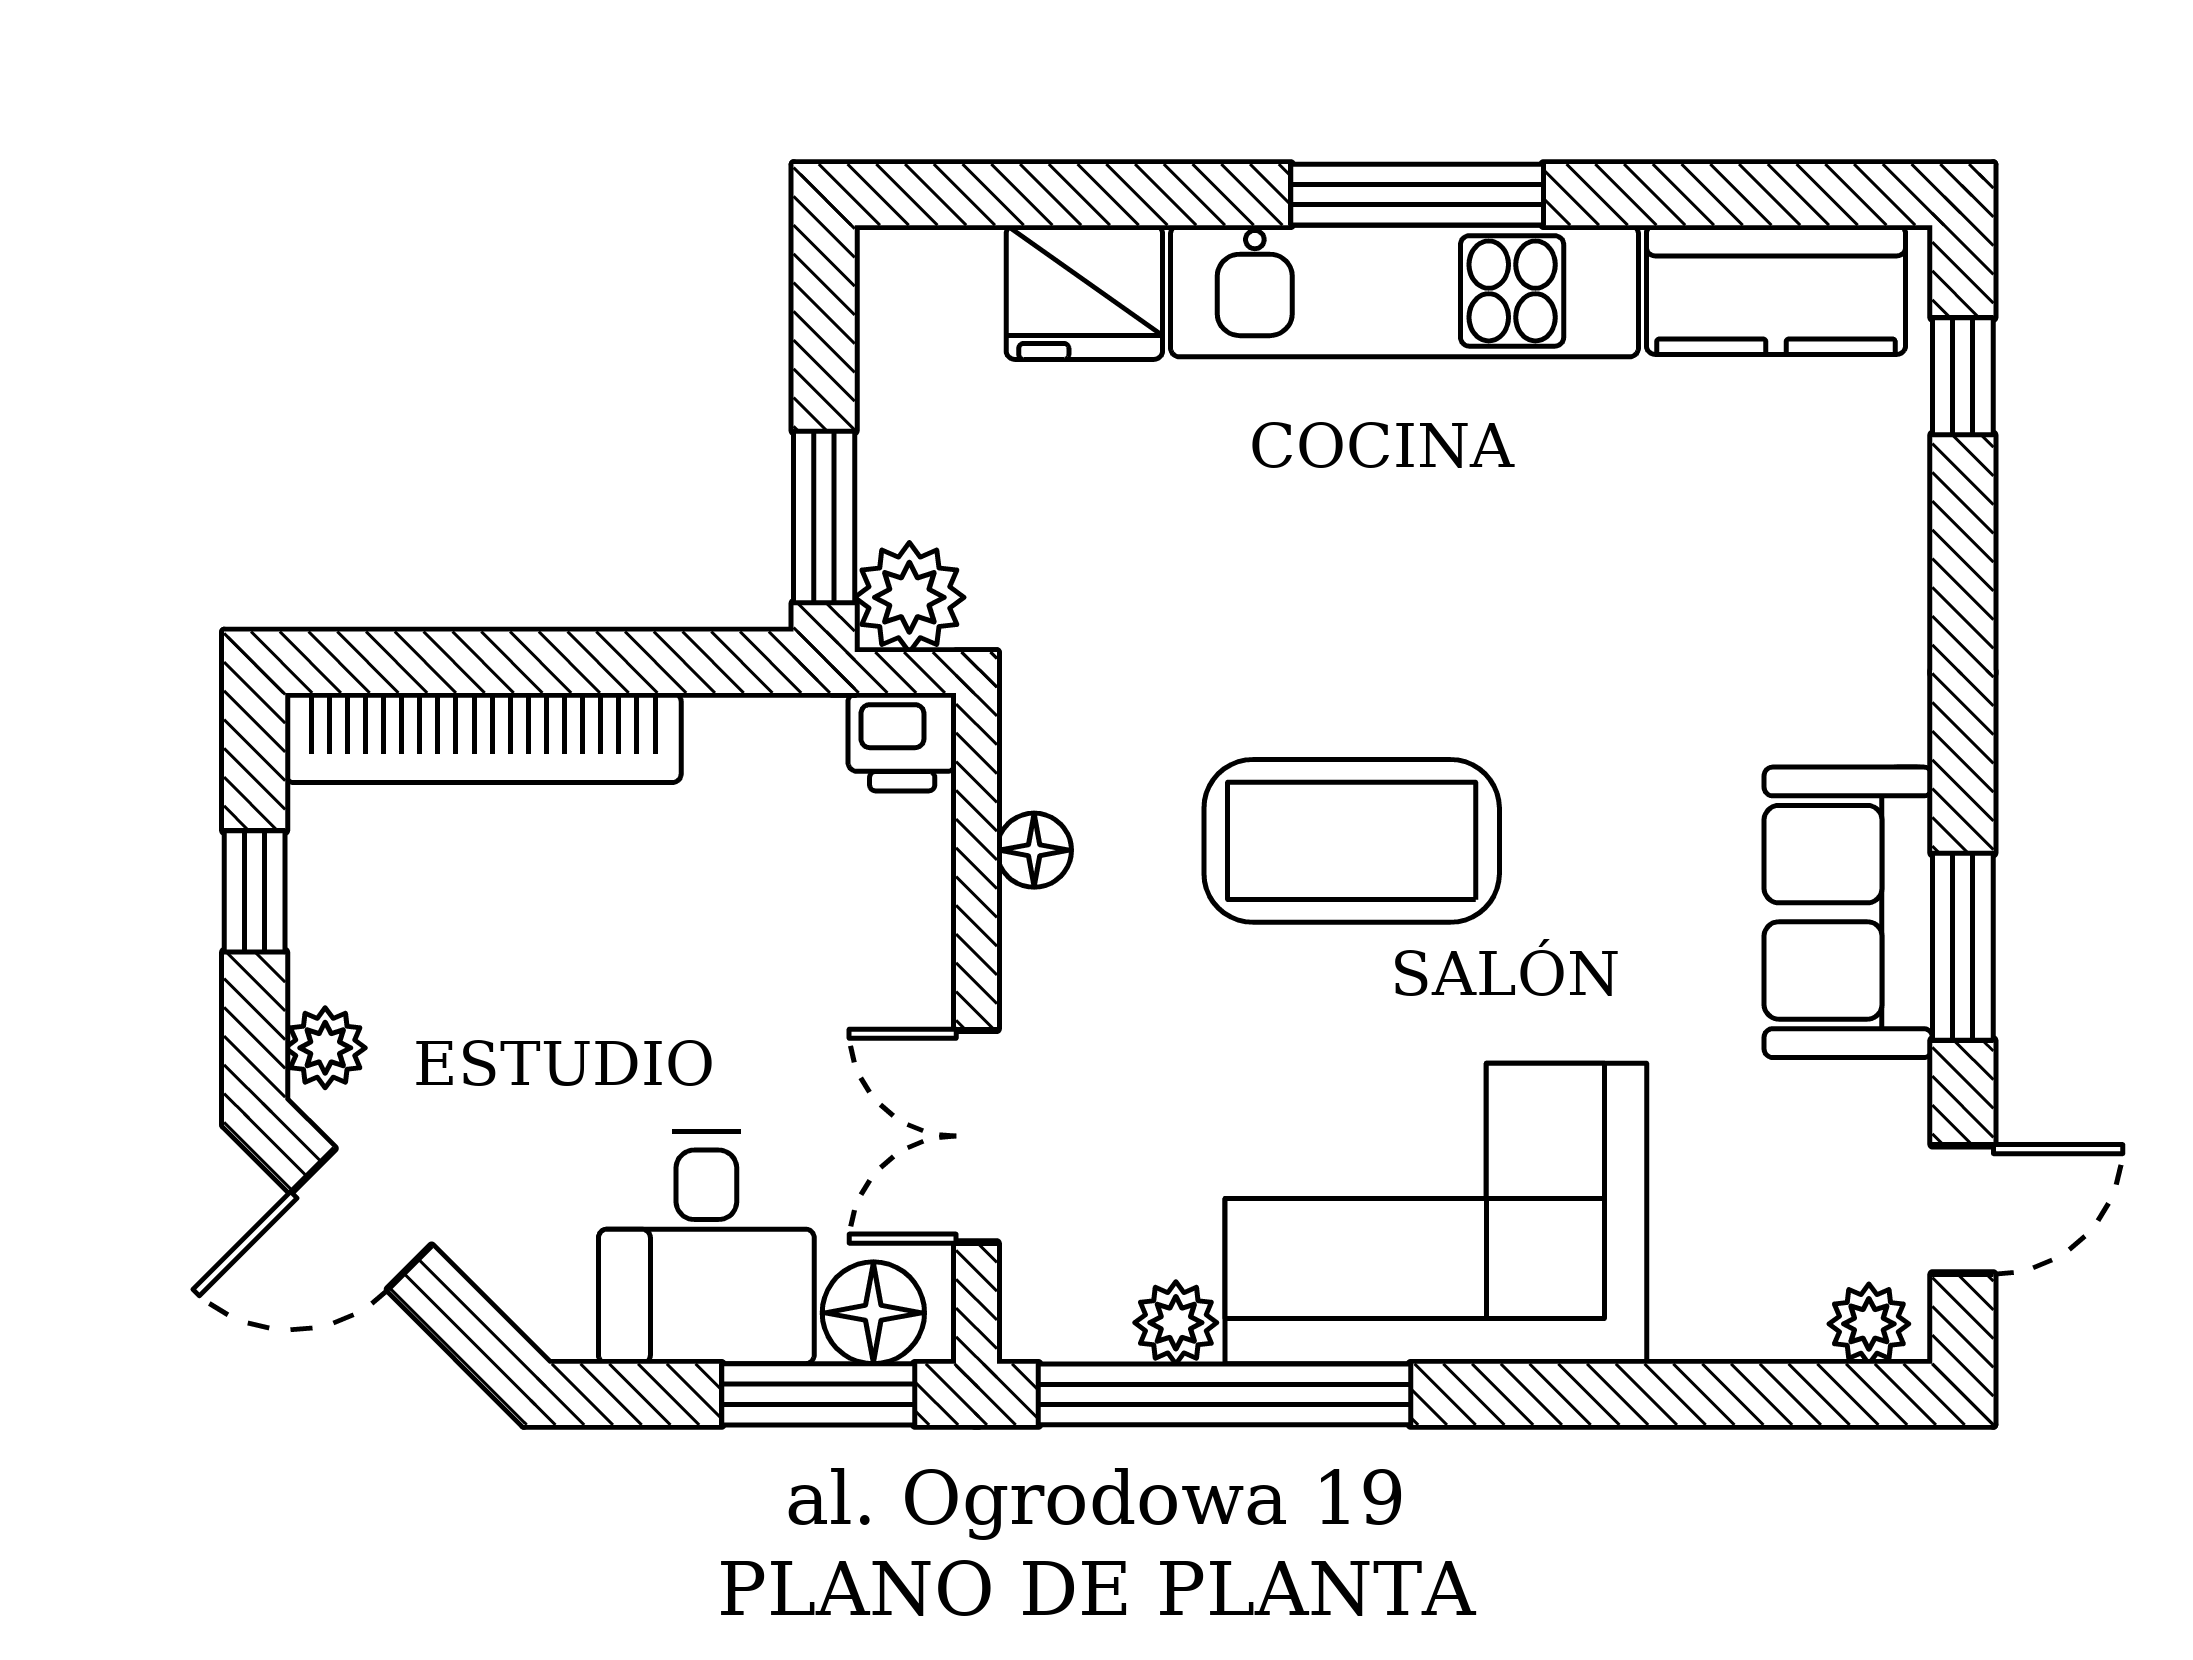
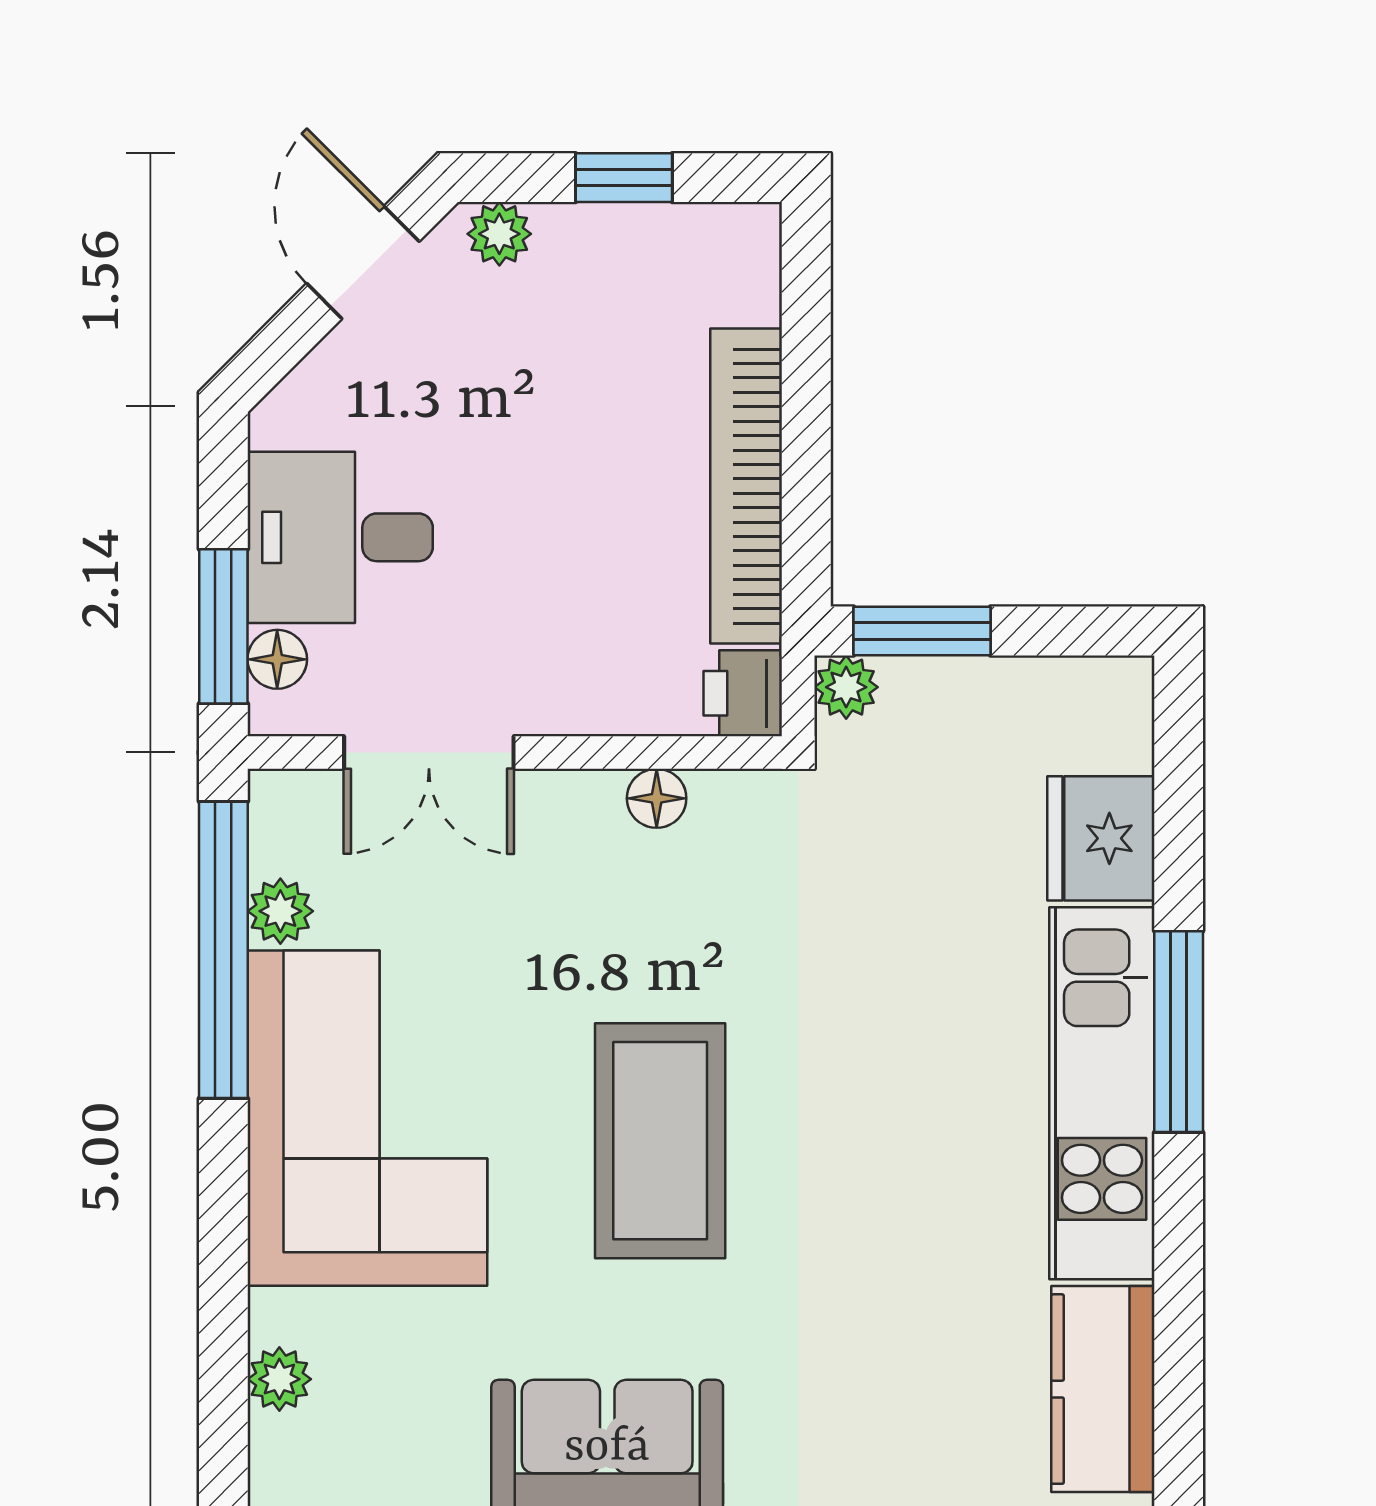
window: (1417, 195) -> (1179, 1032), moved
plant: (909, 597) -> (846, 687), width x0.73, depth x0.73
bookcase: (483, 738) -> (746, 486), moved
coffee table: (1352, 841) -> (660, 1141), moved
double door: (977, 1136) -> (429, 752), swing flipped
floor lamp: (873, 1313) -> (277, 659), width x0.73, depth x0.73
plant: (1869, 1324) -> (279, 1379), moved

